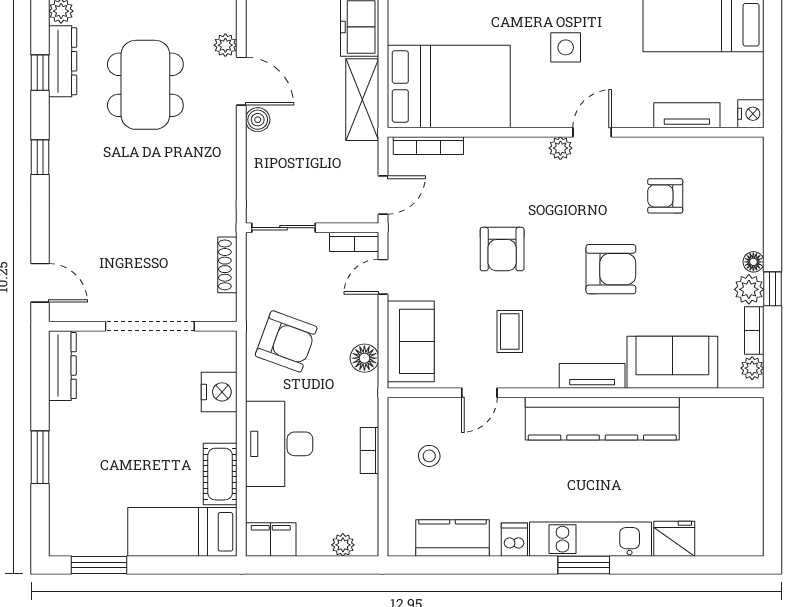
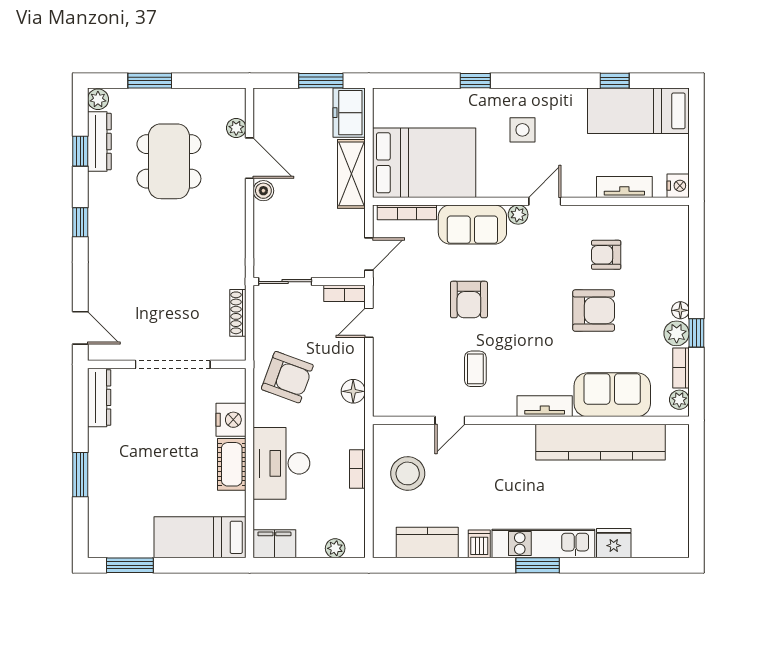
armchair: (611, 269) -> (594, 311), moved
sofa: (411, 341) -> (472, 225), moved, turned 90
kitchen counter: (602, 419) -> (600, 442), moved
stool: (429, 456) -> (408, 473), width x1.89, depth x1.89
cot: (220, 474) -> (232, 464), moved

